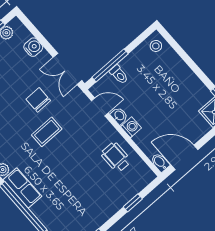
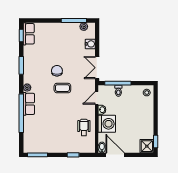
chair: (38, 100) -> (57, 71), moved
door: (100, 107) -> (97, 98), swing flipped
washing machine: (131, 127) -> (107, 124), width x1.89, depth x1.89

